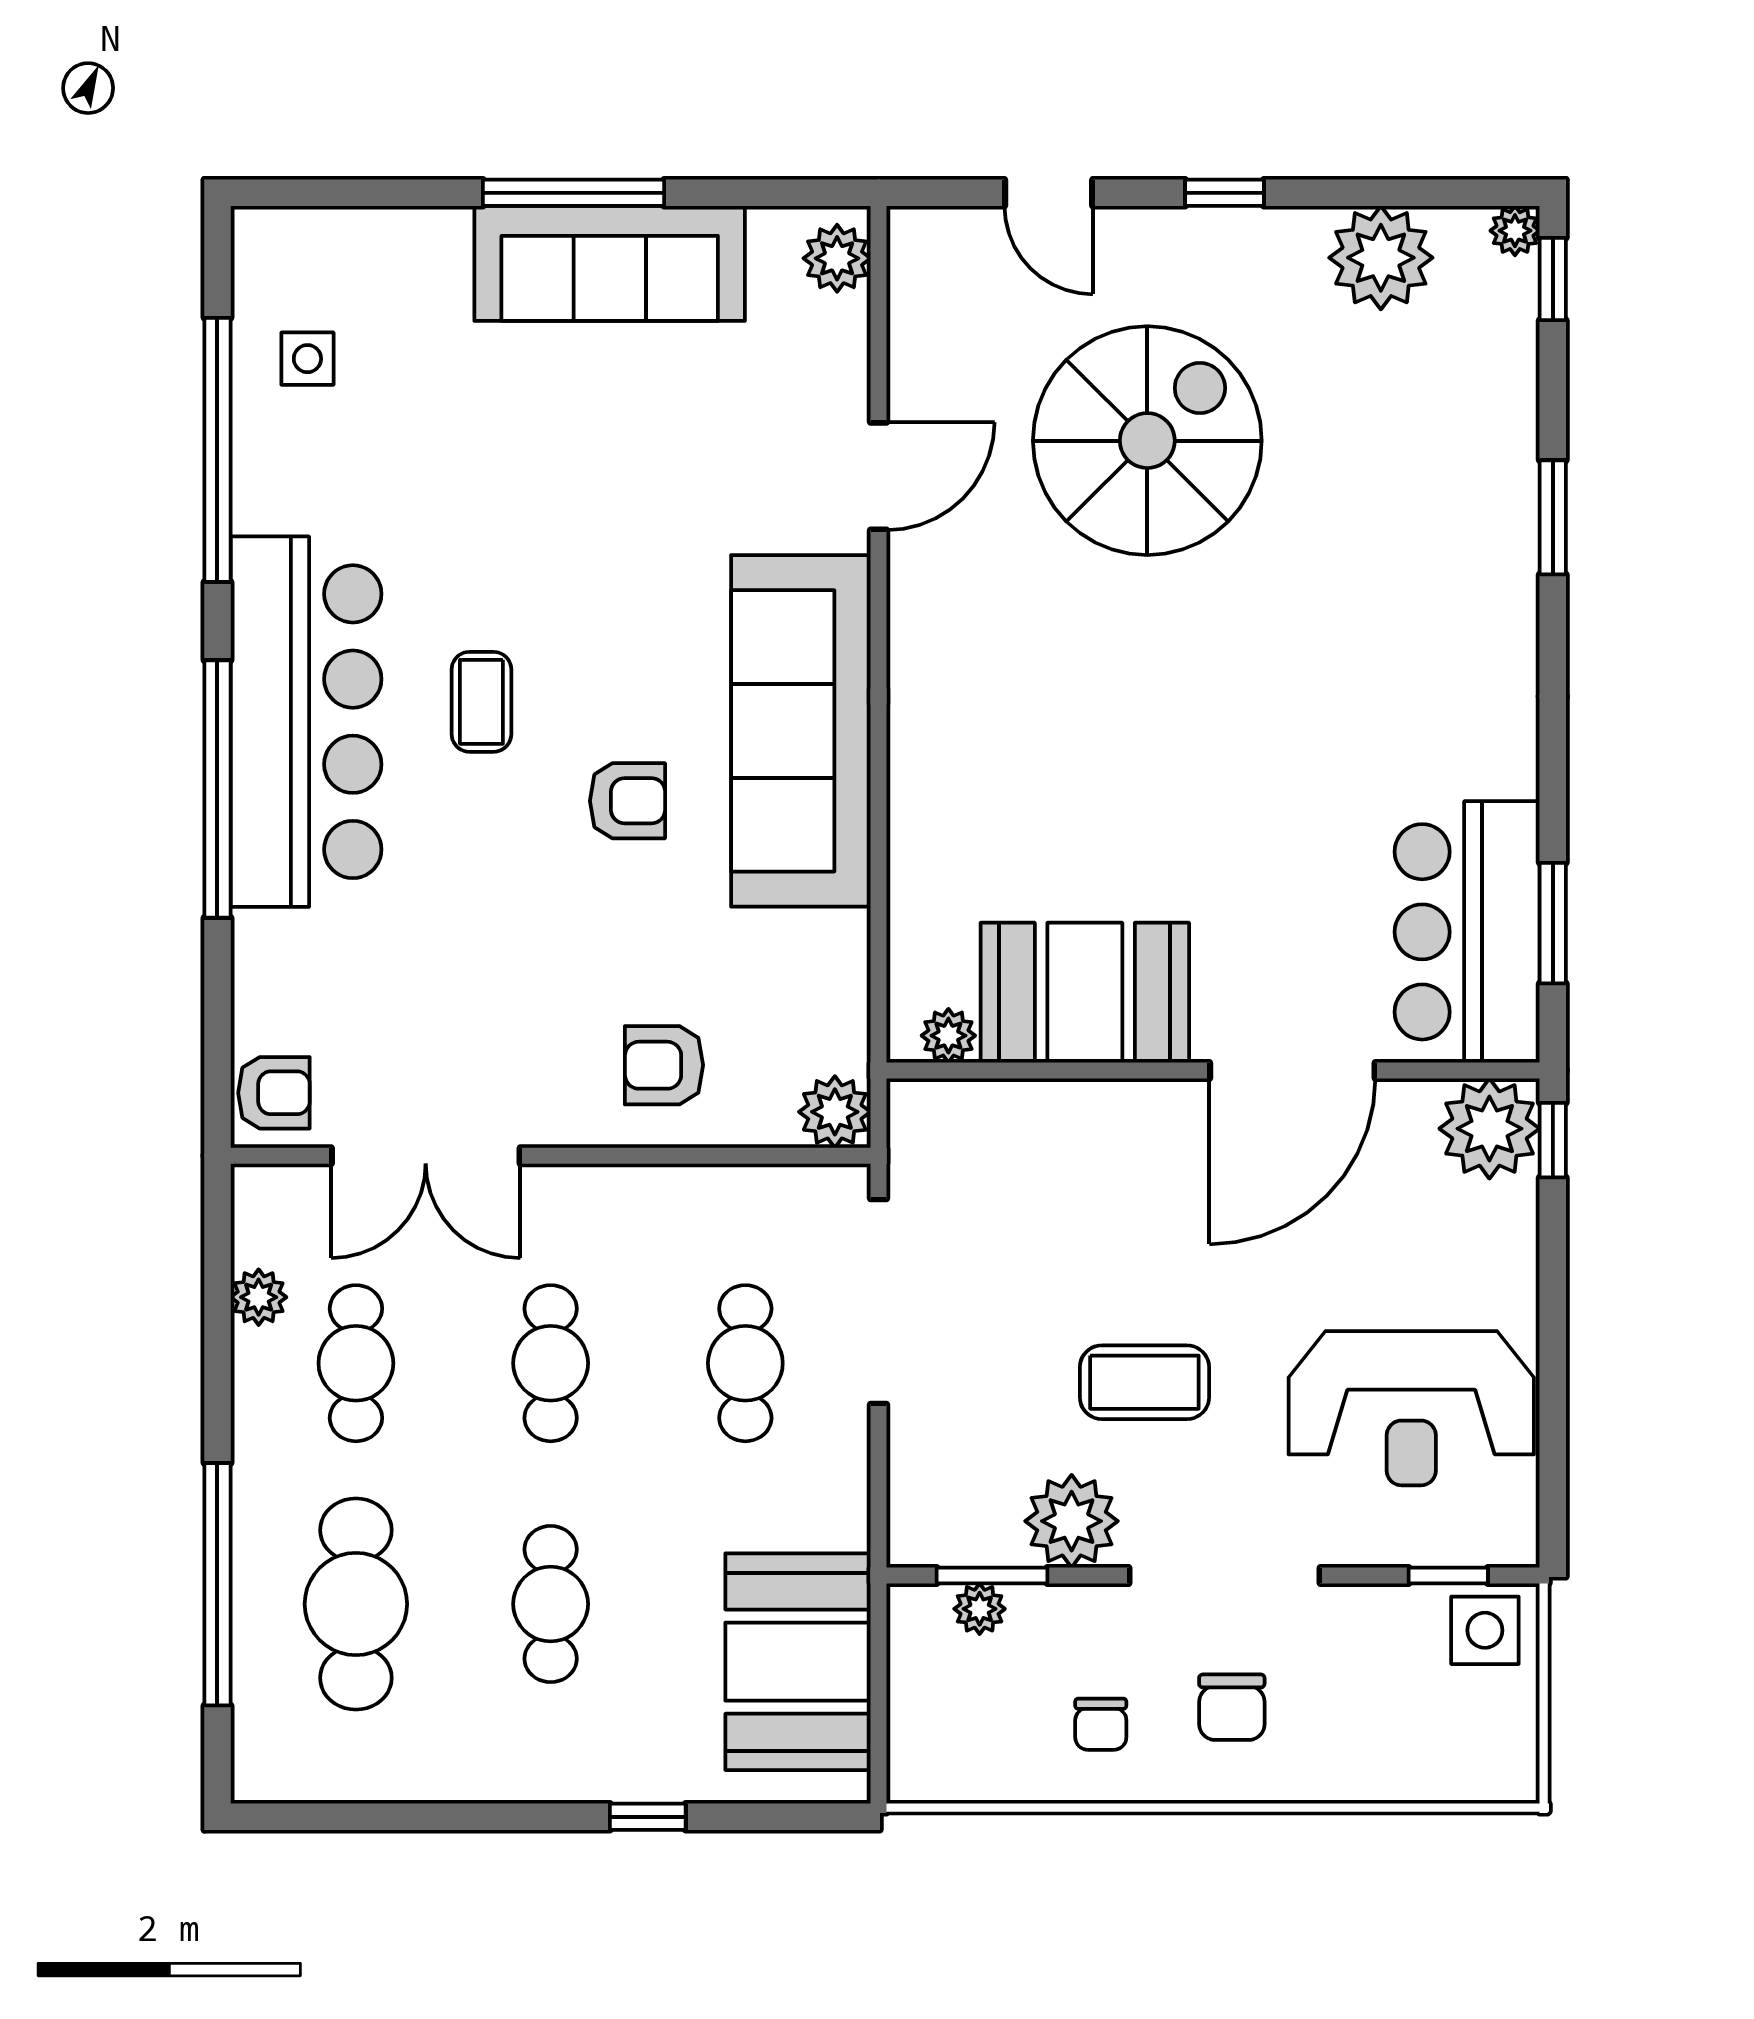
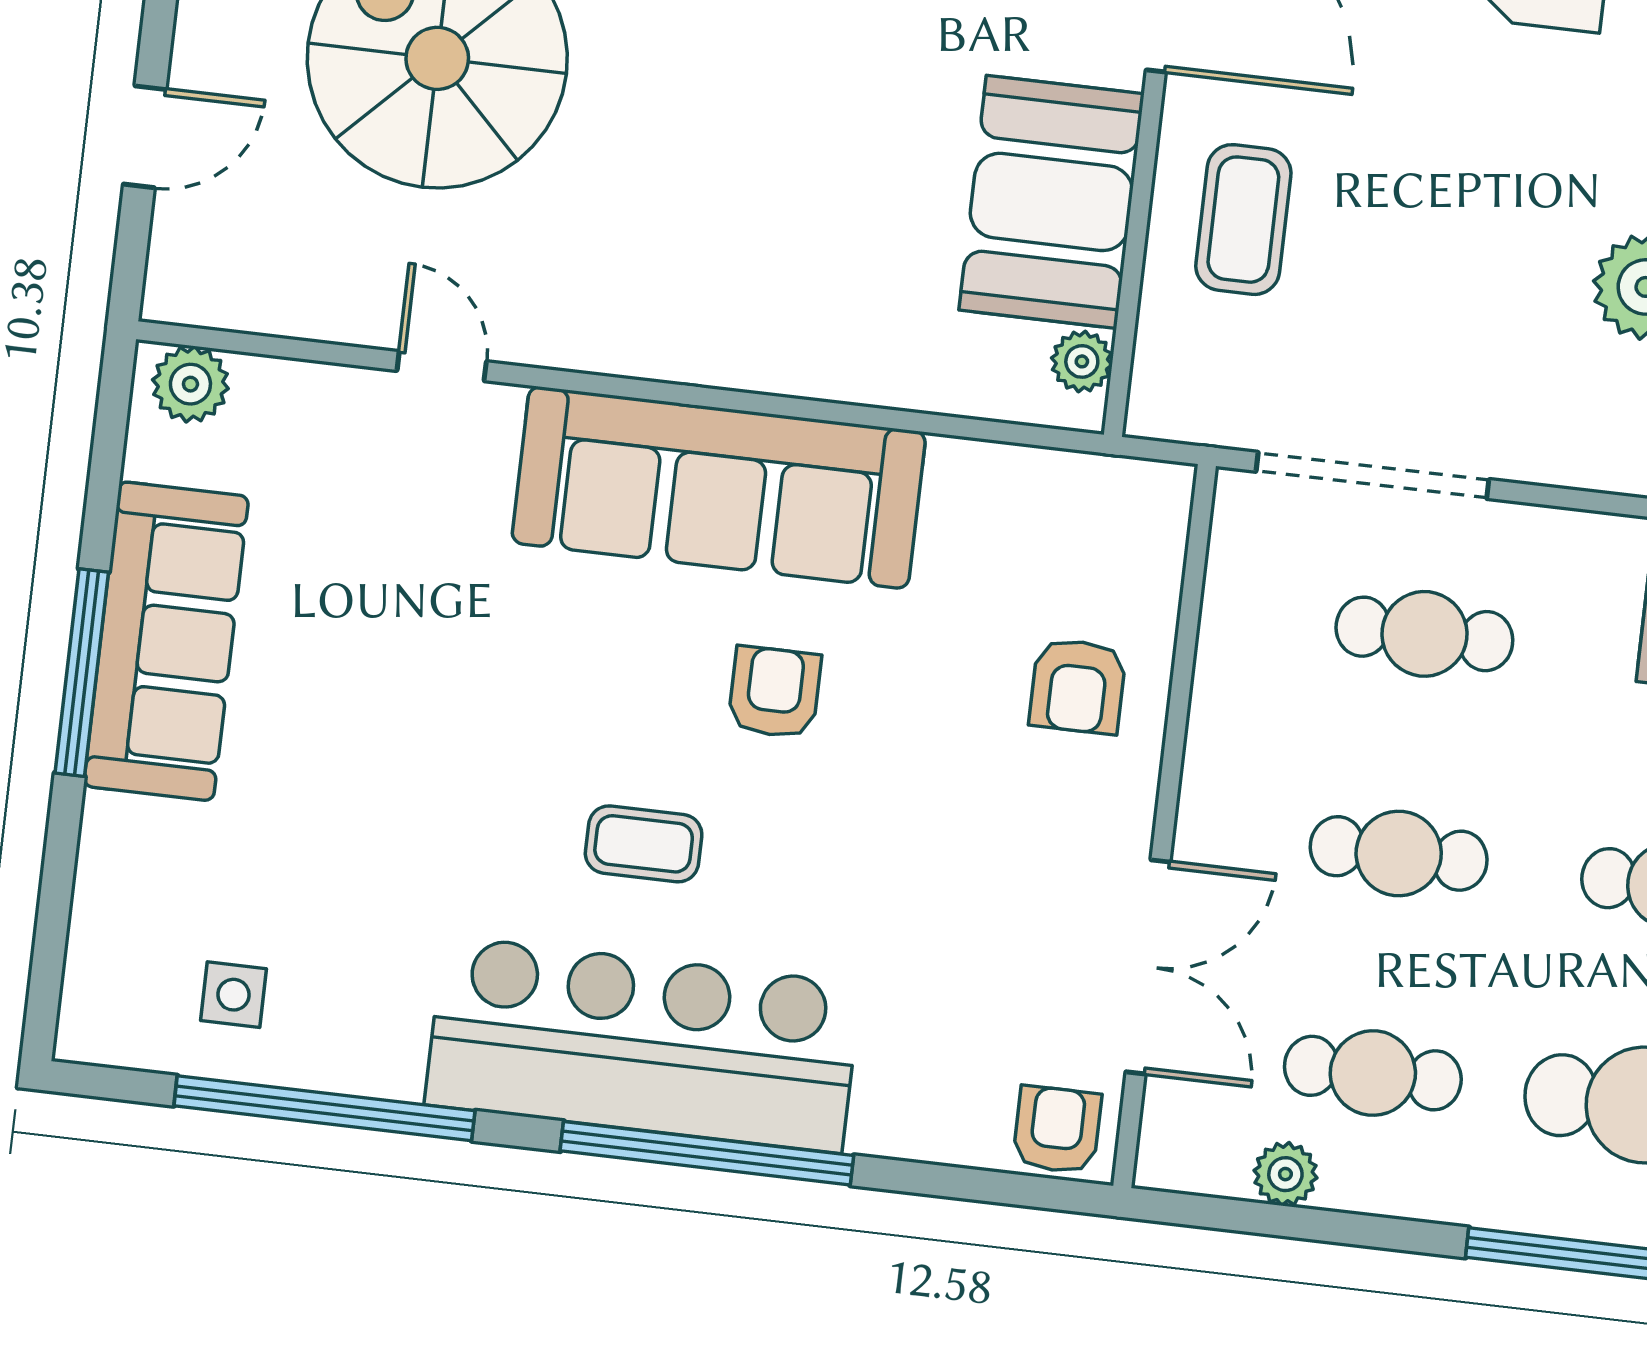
door: (879, 476) -> (442, 366), width x0.73
plant: (835, 1112) -> (1153, 500), removed
coffee table: (1144, 1382) -> (1243, 220), moved

